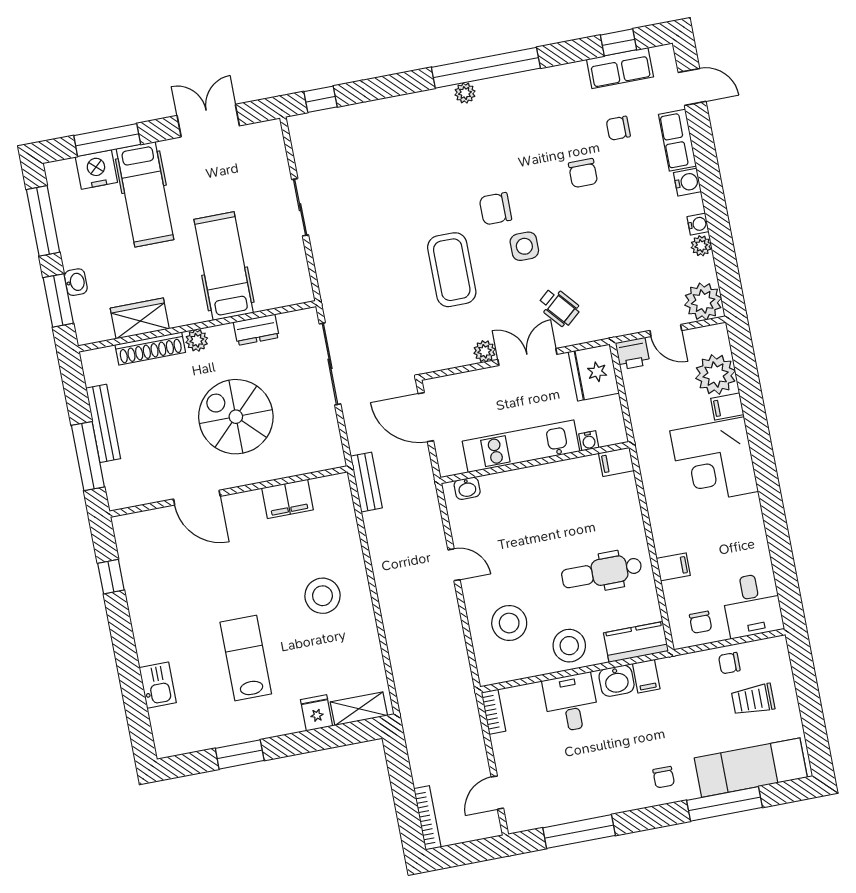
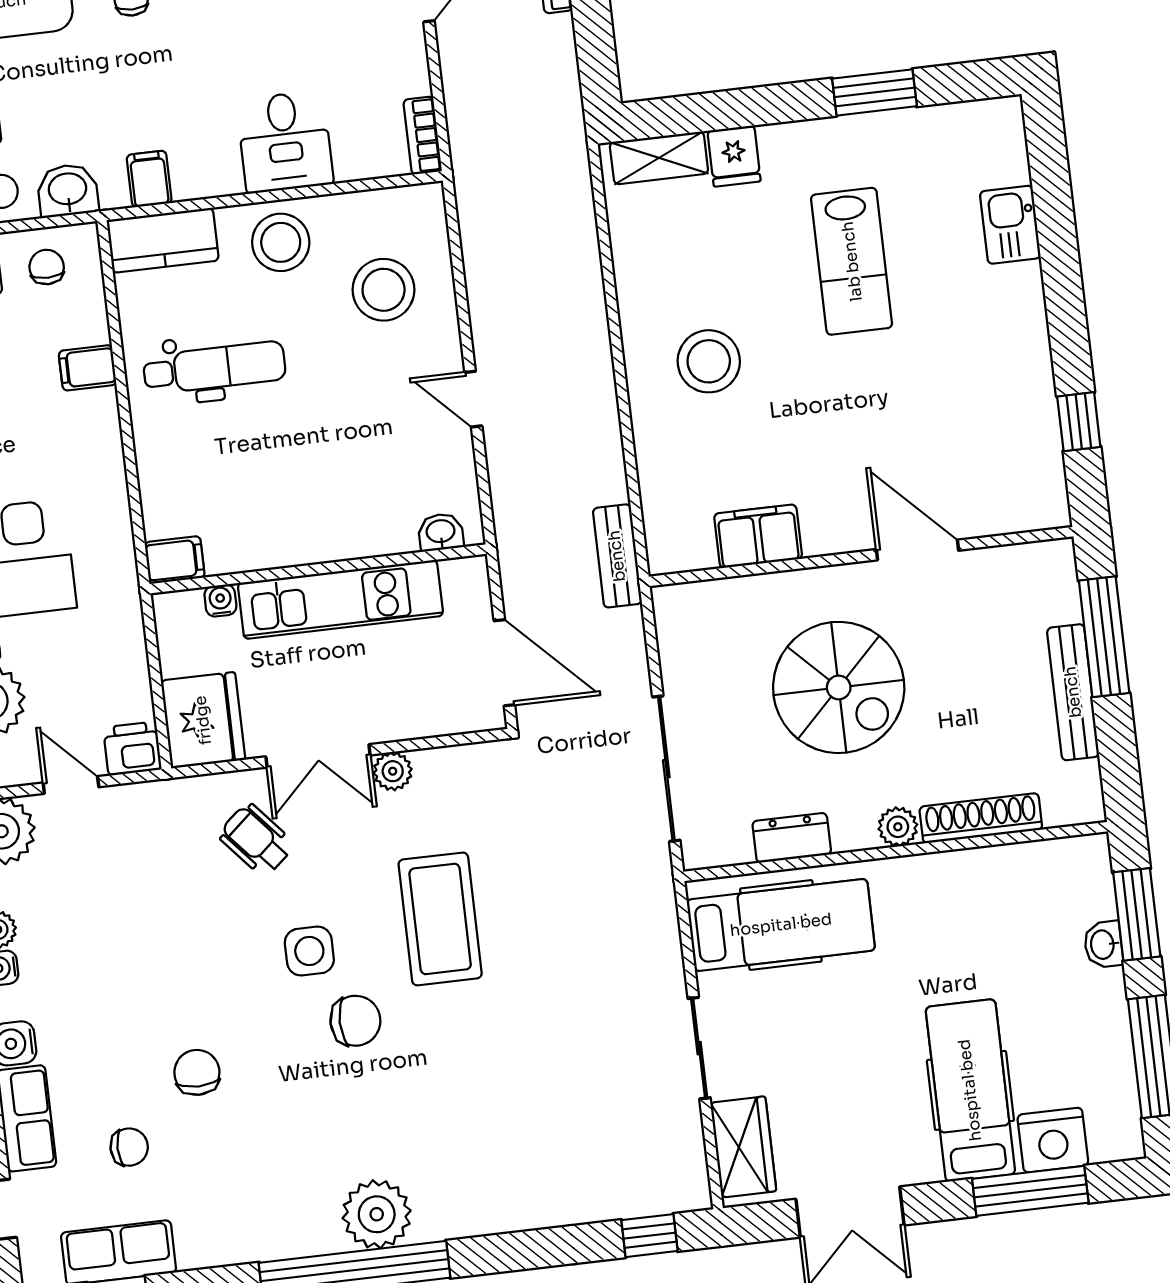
plant: (465, 93) -> (377, 1214), width x1.87, depth x1.87
hospital bed: (224, 266) -> (781, 925), moved, turned -90
wardrobe: (140, 318) -> (743, 1147), moved, turned -90
washbasin: (617, 681) -> (68, 190), moved

